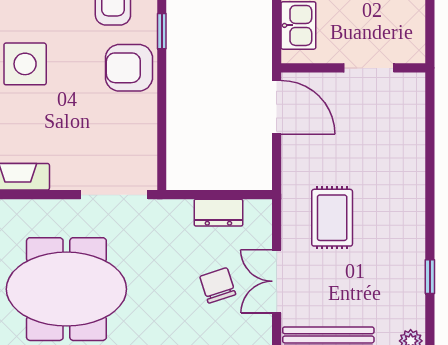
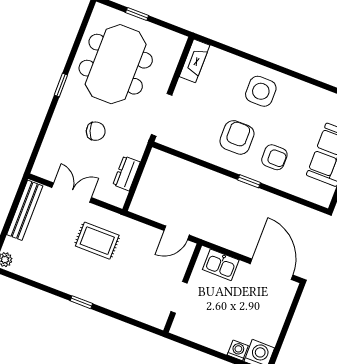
armchair: (129, 68) -> (237, 137), moved
door: (277, 107) -> (177, 233), width x0.73
window: (430, 277) -> (81, 302), moved
chair: (218, 285) -> (96, 131), moved

